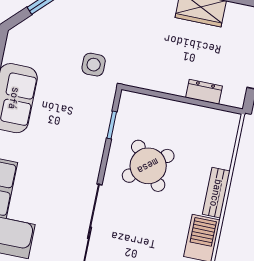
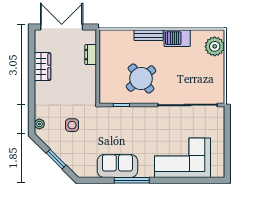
side table: (94, 65) -> (72, 125), moved

